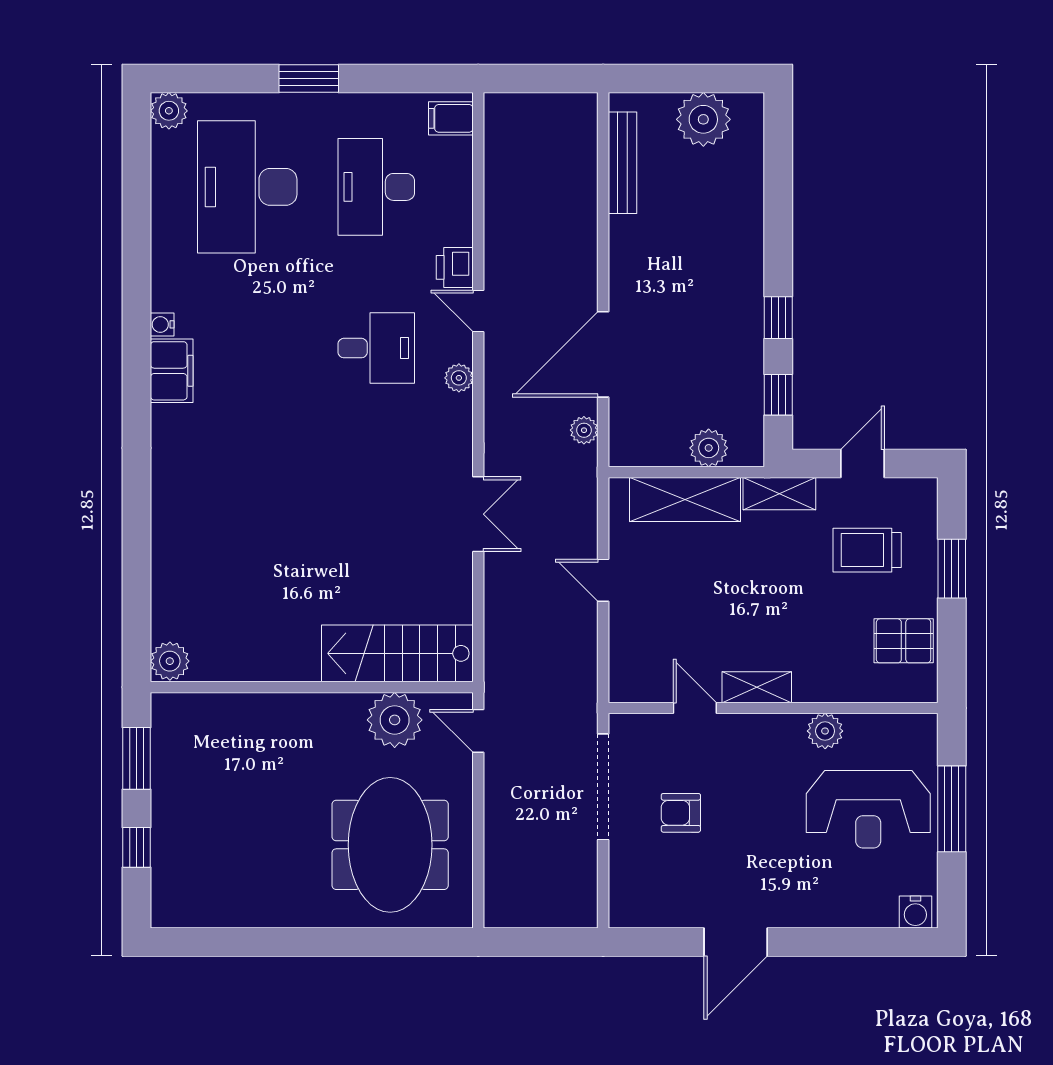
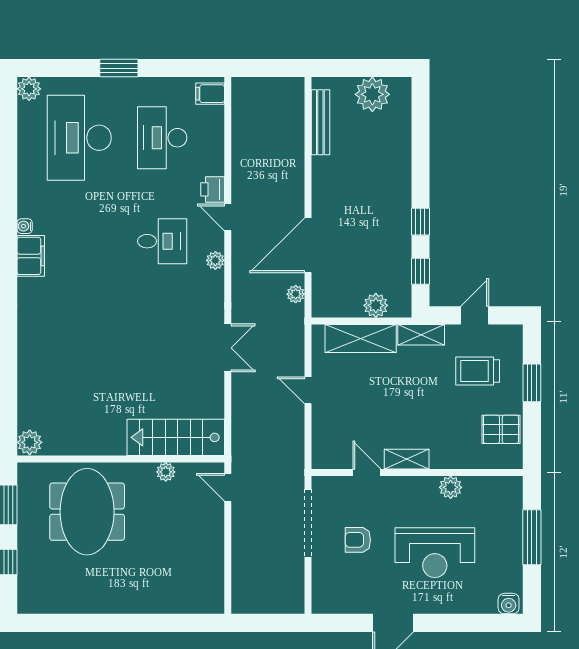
plant: (395, 720) -> (166, 472), width x0.53, depth x0.53
reception desk: (868, 809) -> (435, 553), moved
meeting table: (390, 845) -> (87, 512), moved

